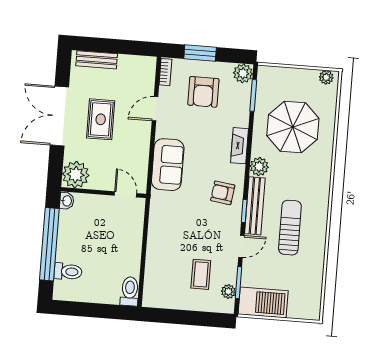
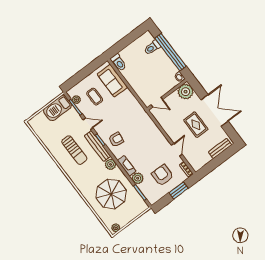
plant: (243, 73) -> (138, 178), moved
sofa: (168, 165) -> (112, 81), moved
door: (241, 246) -> (88, 124), swing flipped

